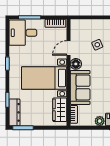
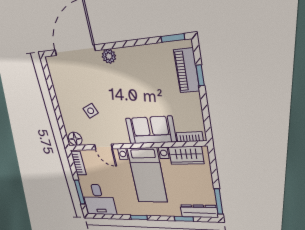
floor lamp: (76, 64) -> (75, 139), moved
plant: (100, 121) -> (194, 100), removed

